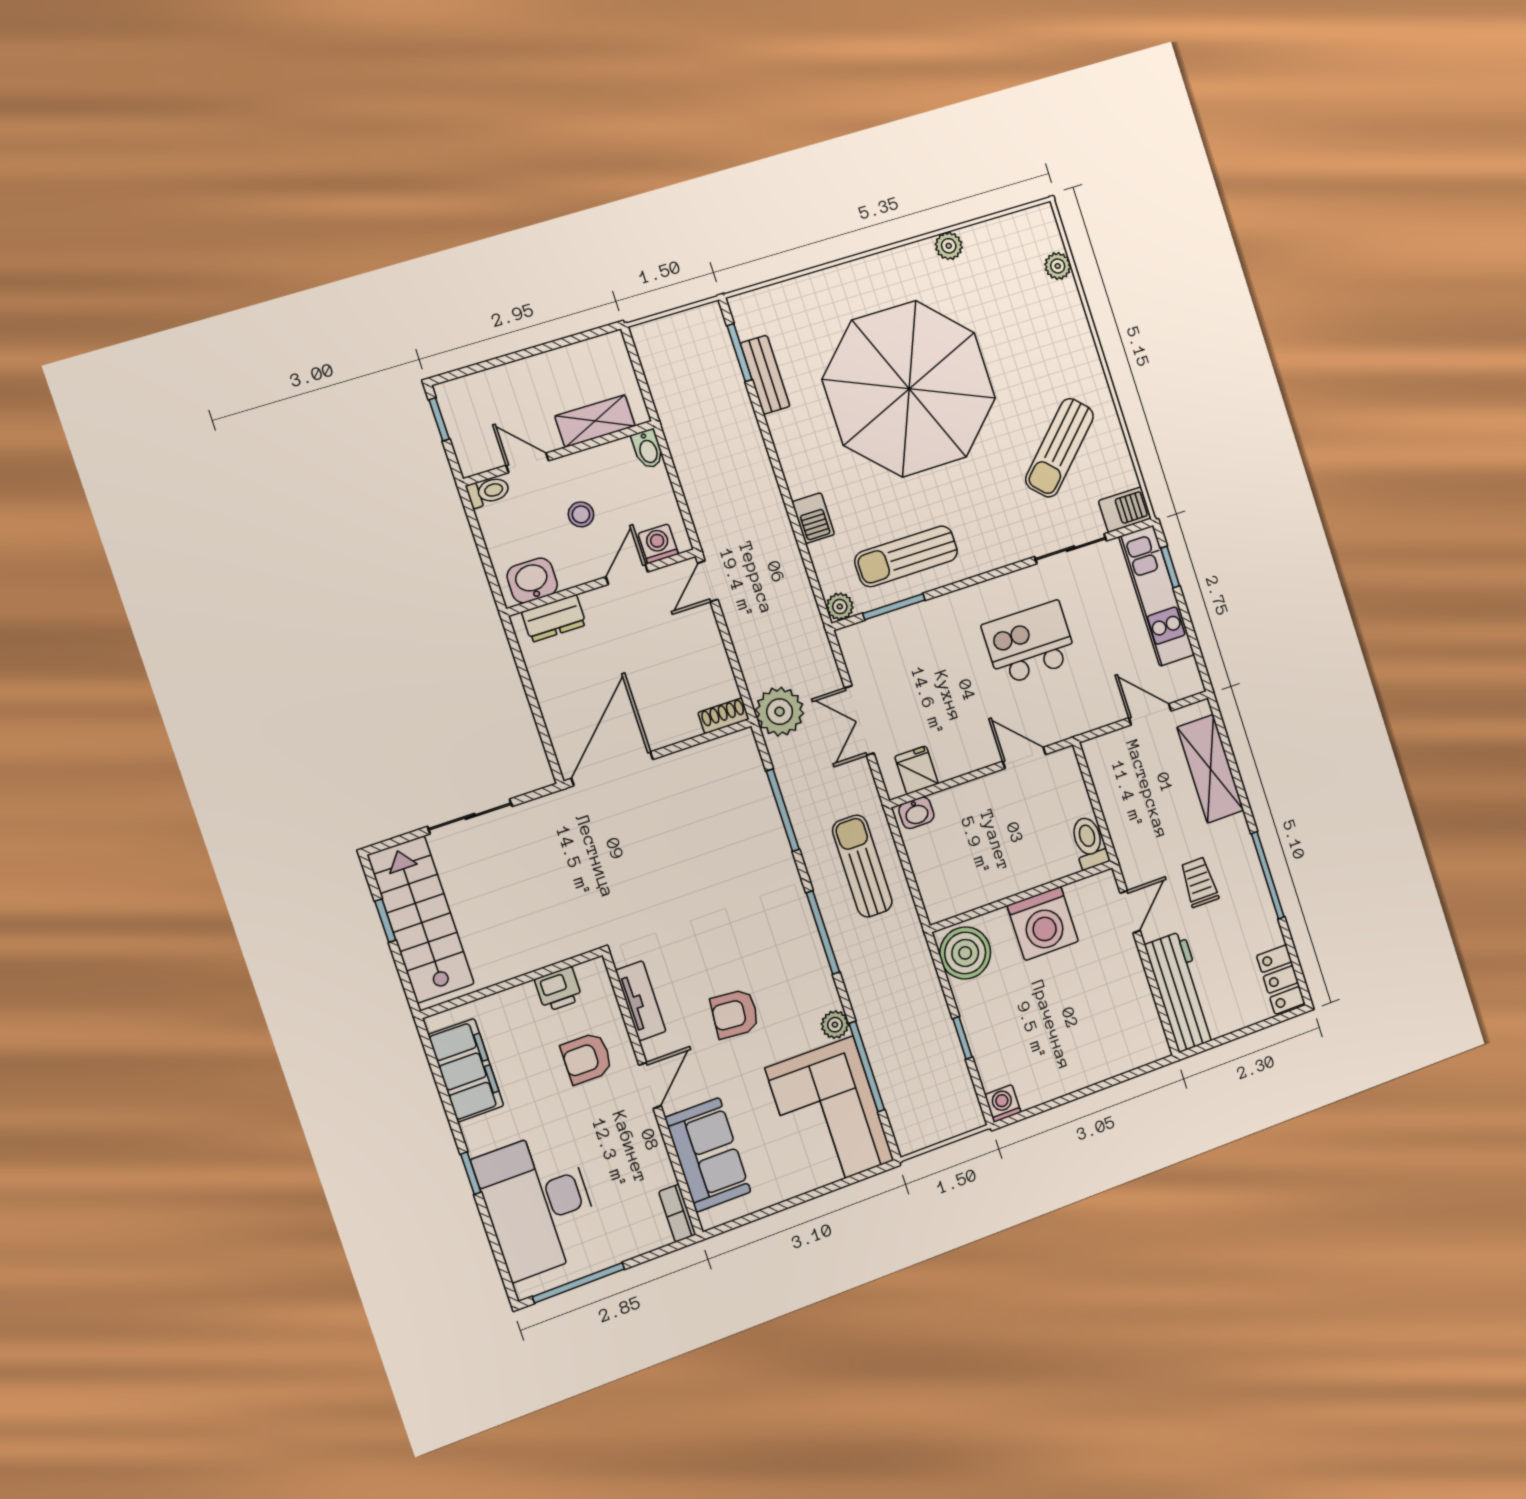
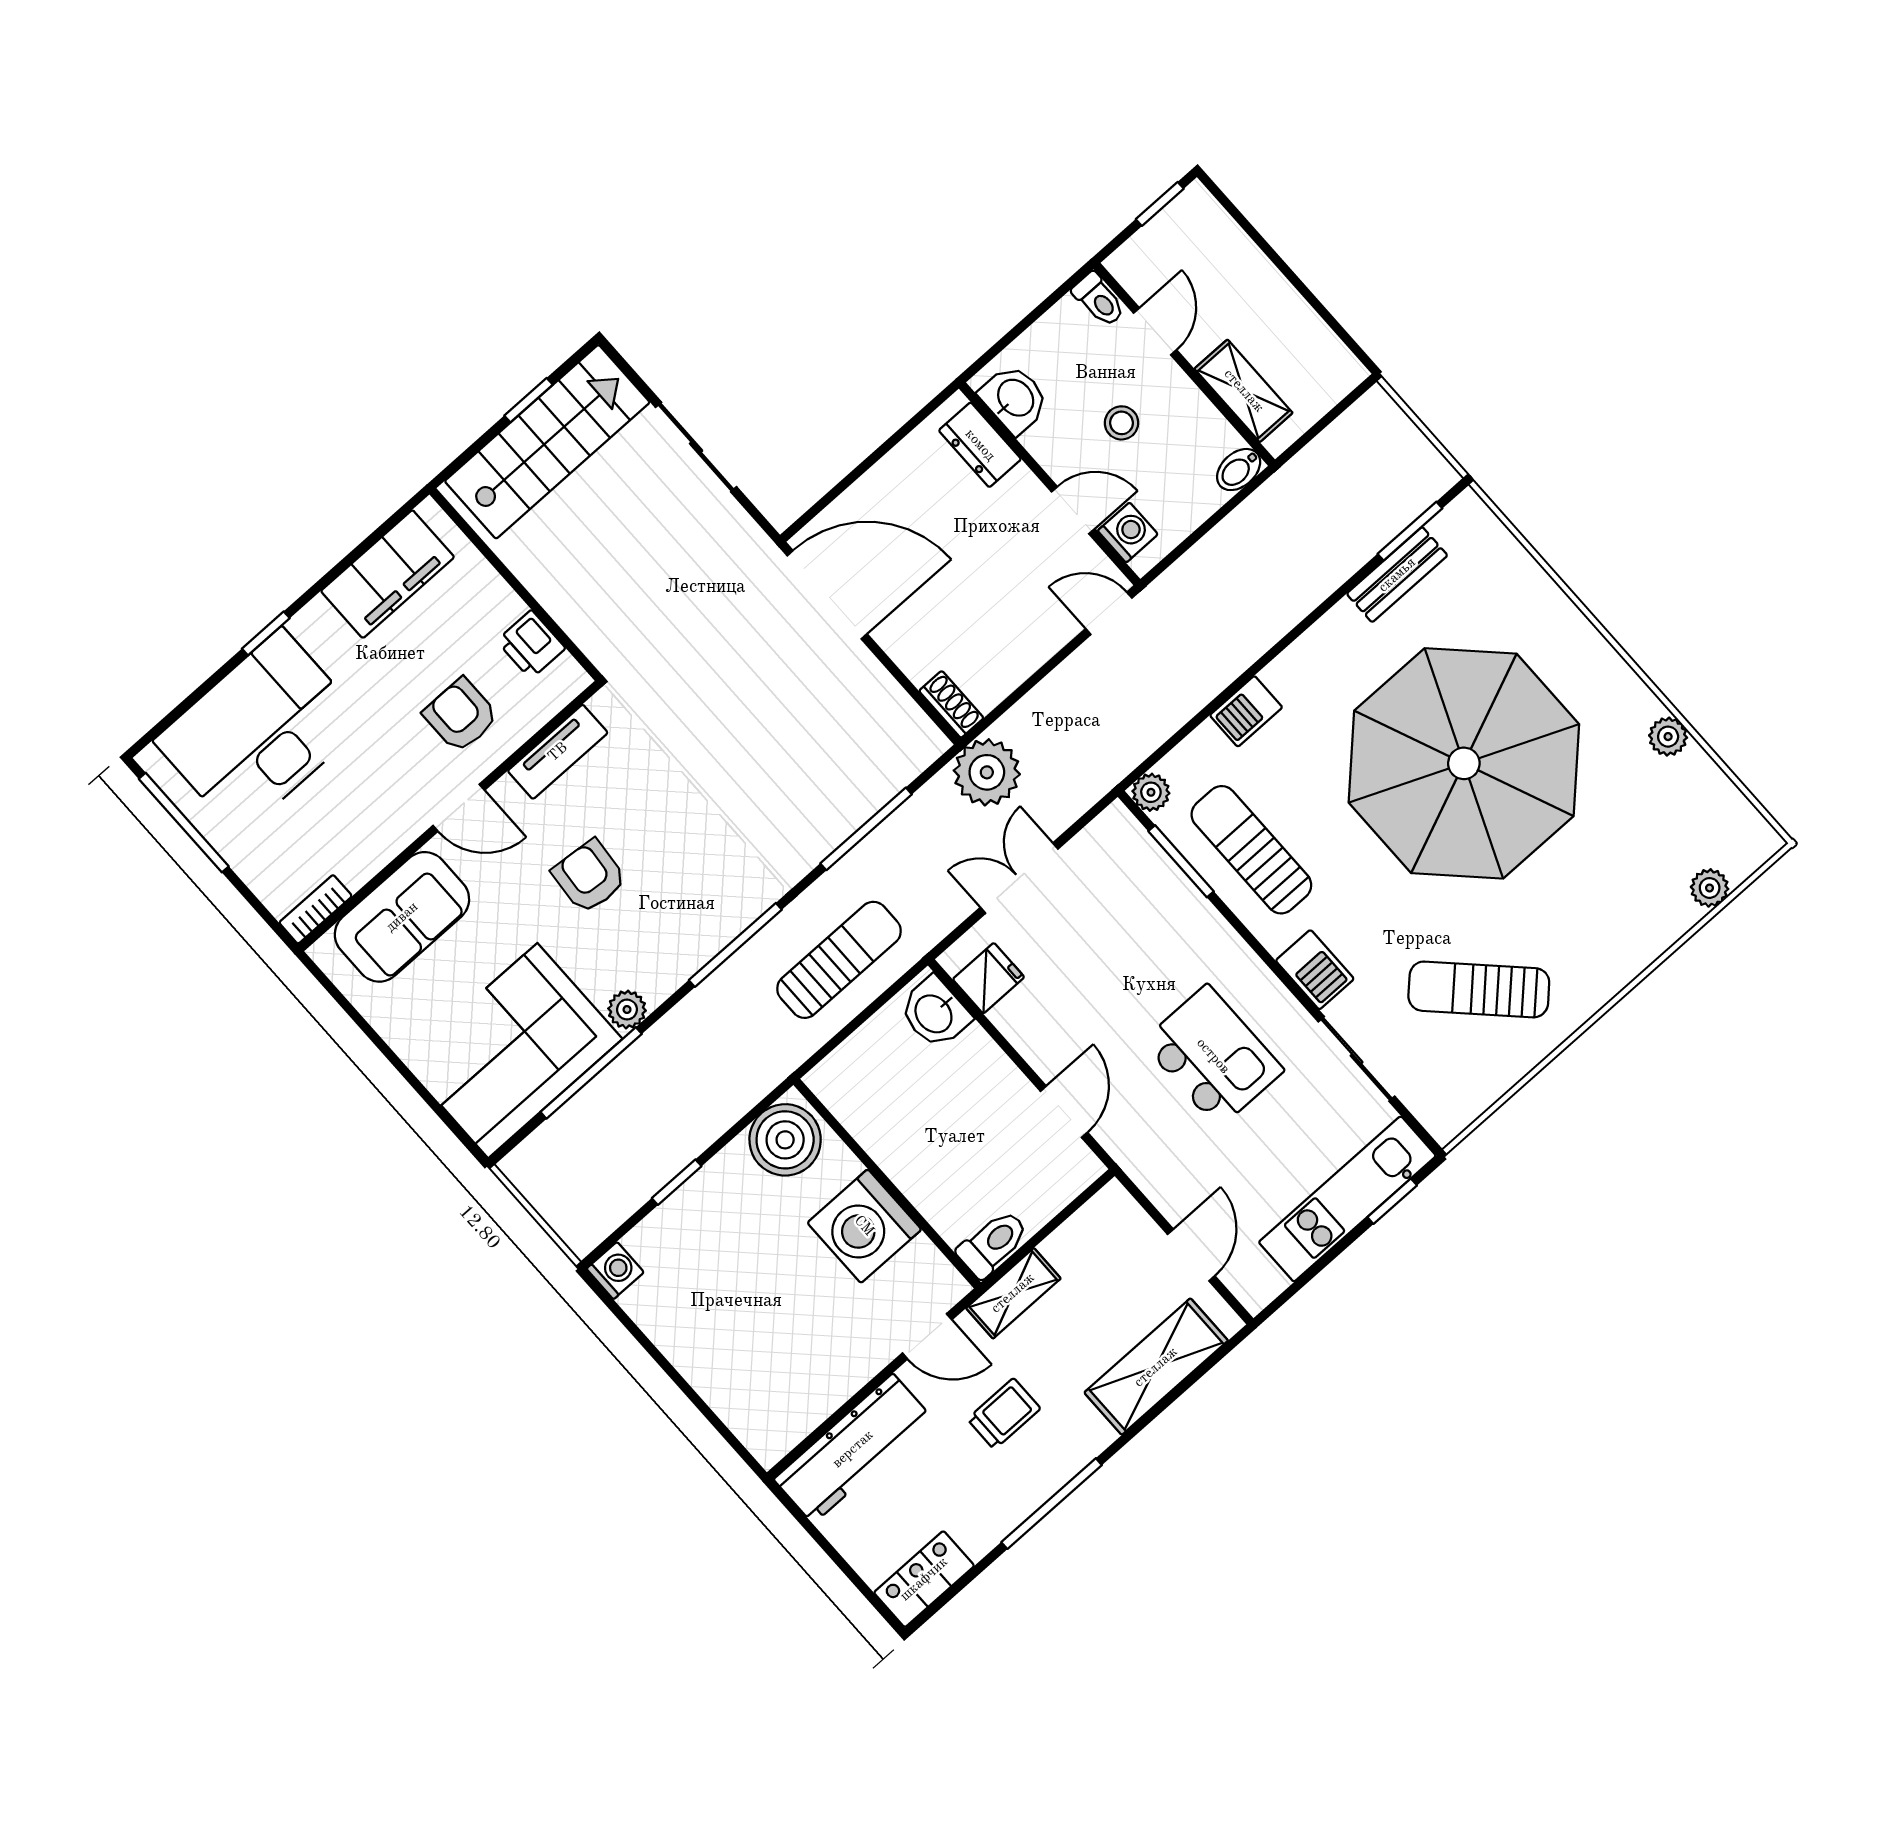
barbecue: (1125, 510) -> (1315, 970), moved
washbasin: (916, 813) -> (935, 1013), width x1.38, depth x1.45
shelving: (1126, 843) -> (1013, 1293), added

